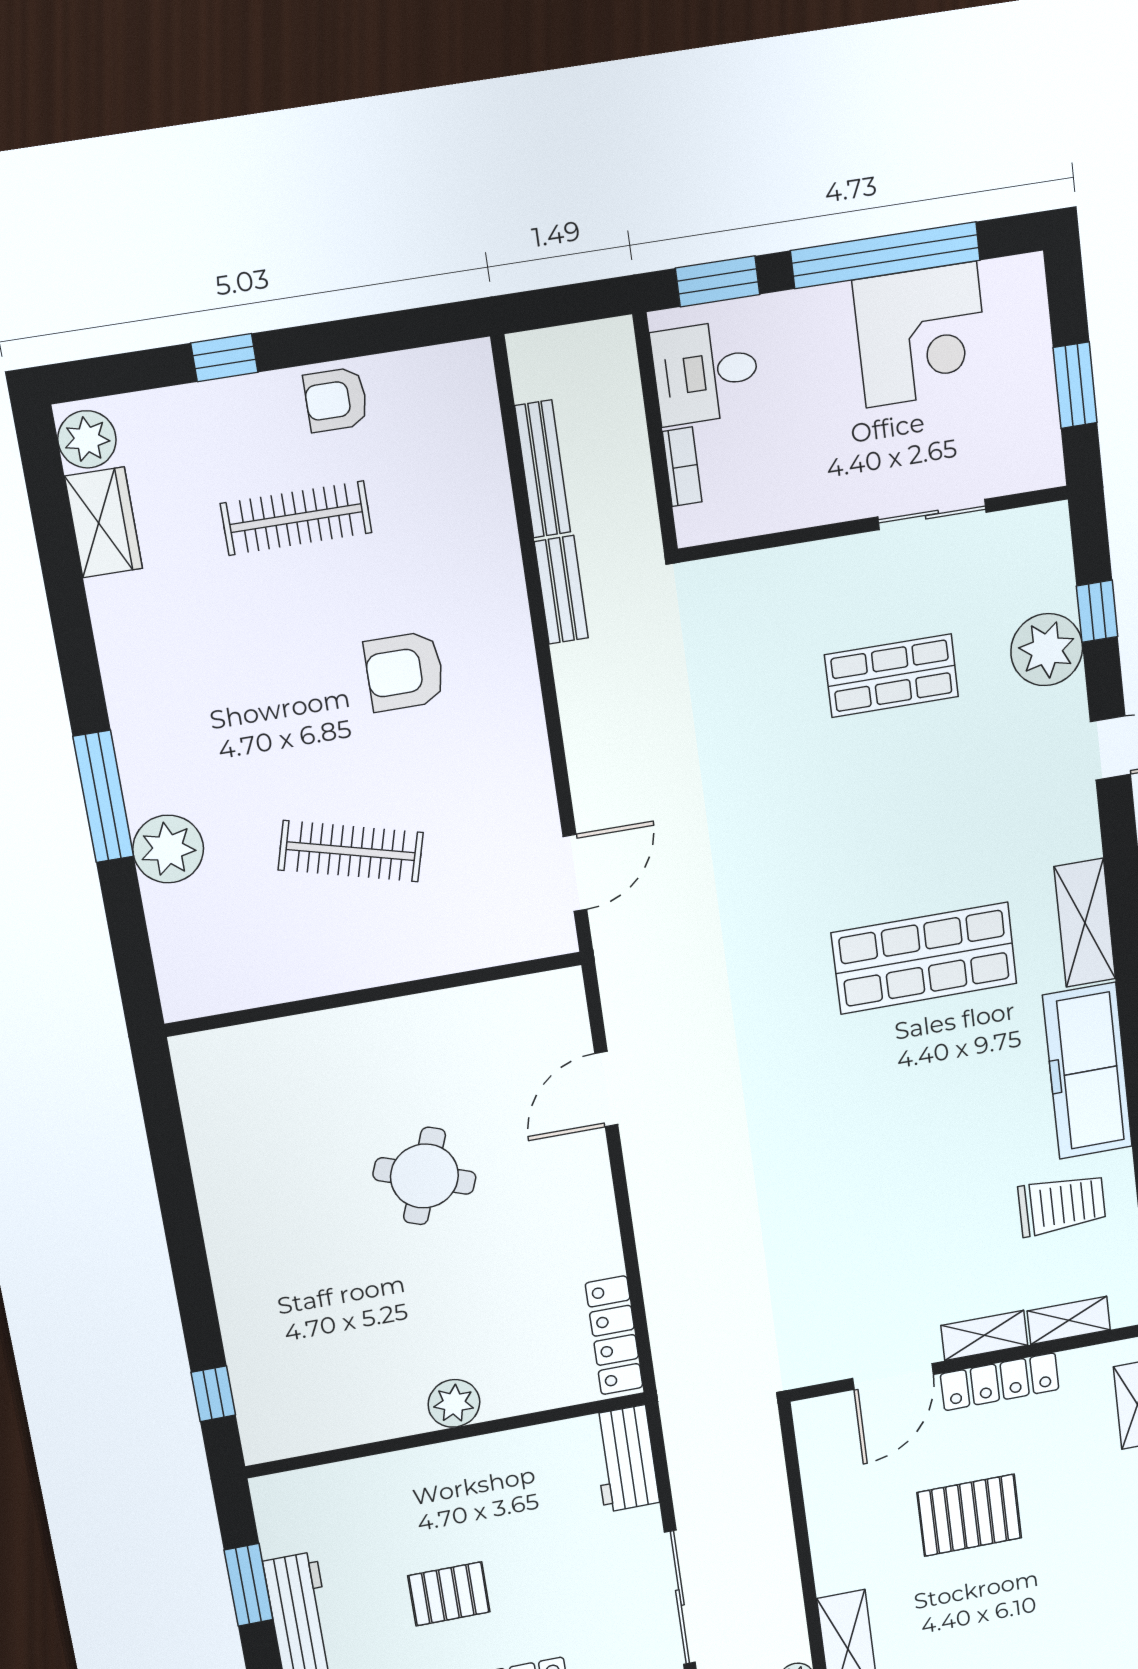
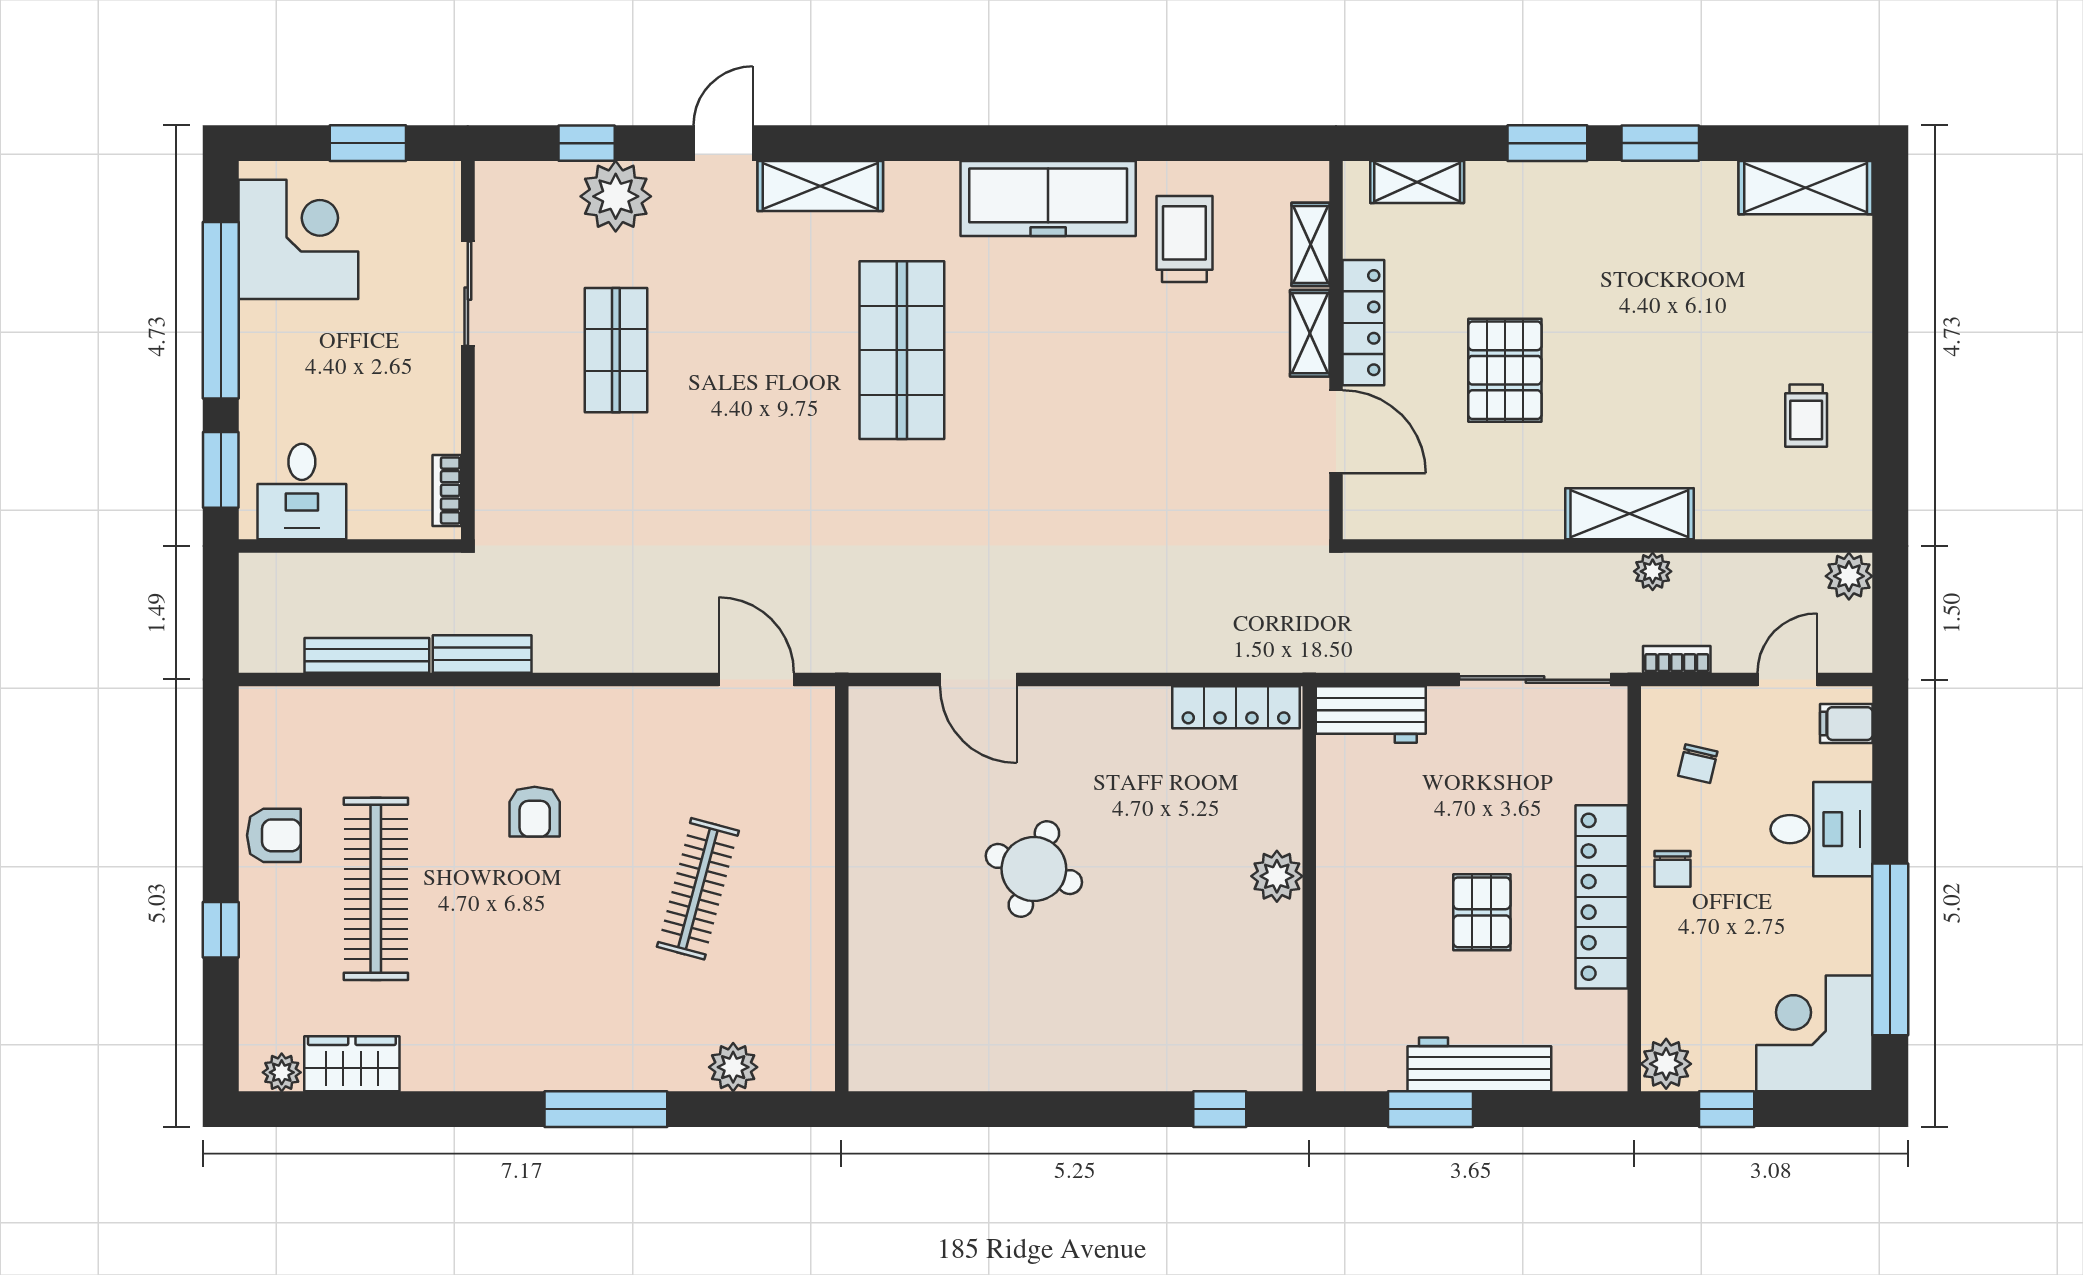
corner desk: (921, 335) -> (298, 239), moved
armchair: (336, 400) -> (274, 835), turned -90
plant: (87, 439) -> (282, 1072), width x0.73, depth x0.73
bookcase: (682, 467) -> (447, 490), moved, turned -90
clothes rail: (296, 518) -> (376, 889), width x1.37, depth x1.31
armchair: (404, 671) -> (535, 812), width x0.72, depth x0.72
plant: (168, 849) -> (733, 1067), moved, width x0.73, depth x0.73
shelving: (1085, 923) -> (820, 186), moved

